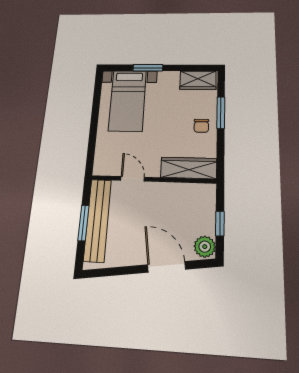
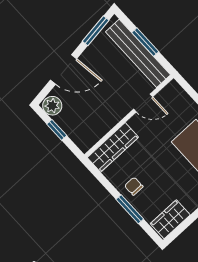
window: (110, 272) -> (96, 31), added

